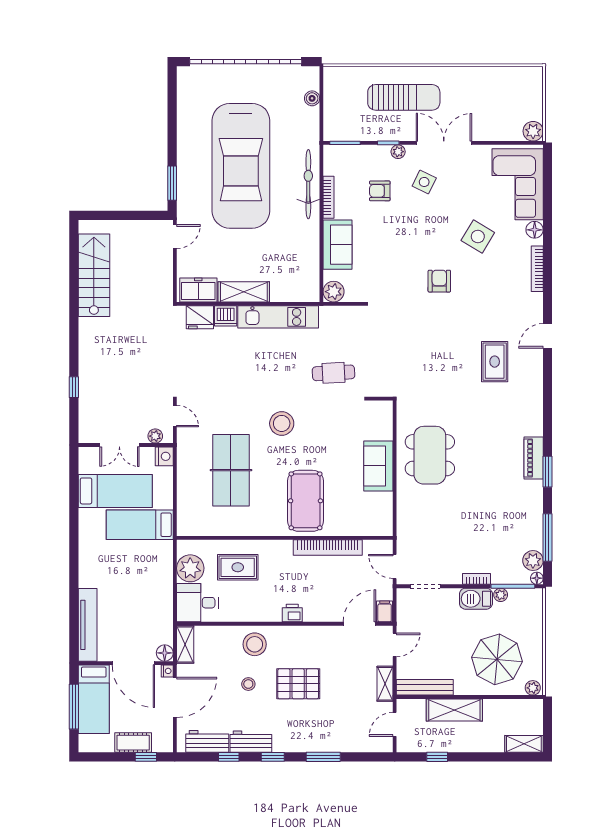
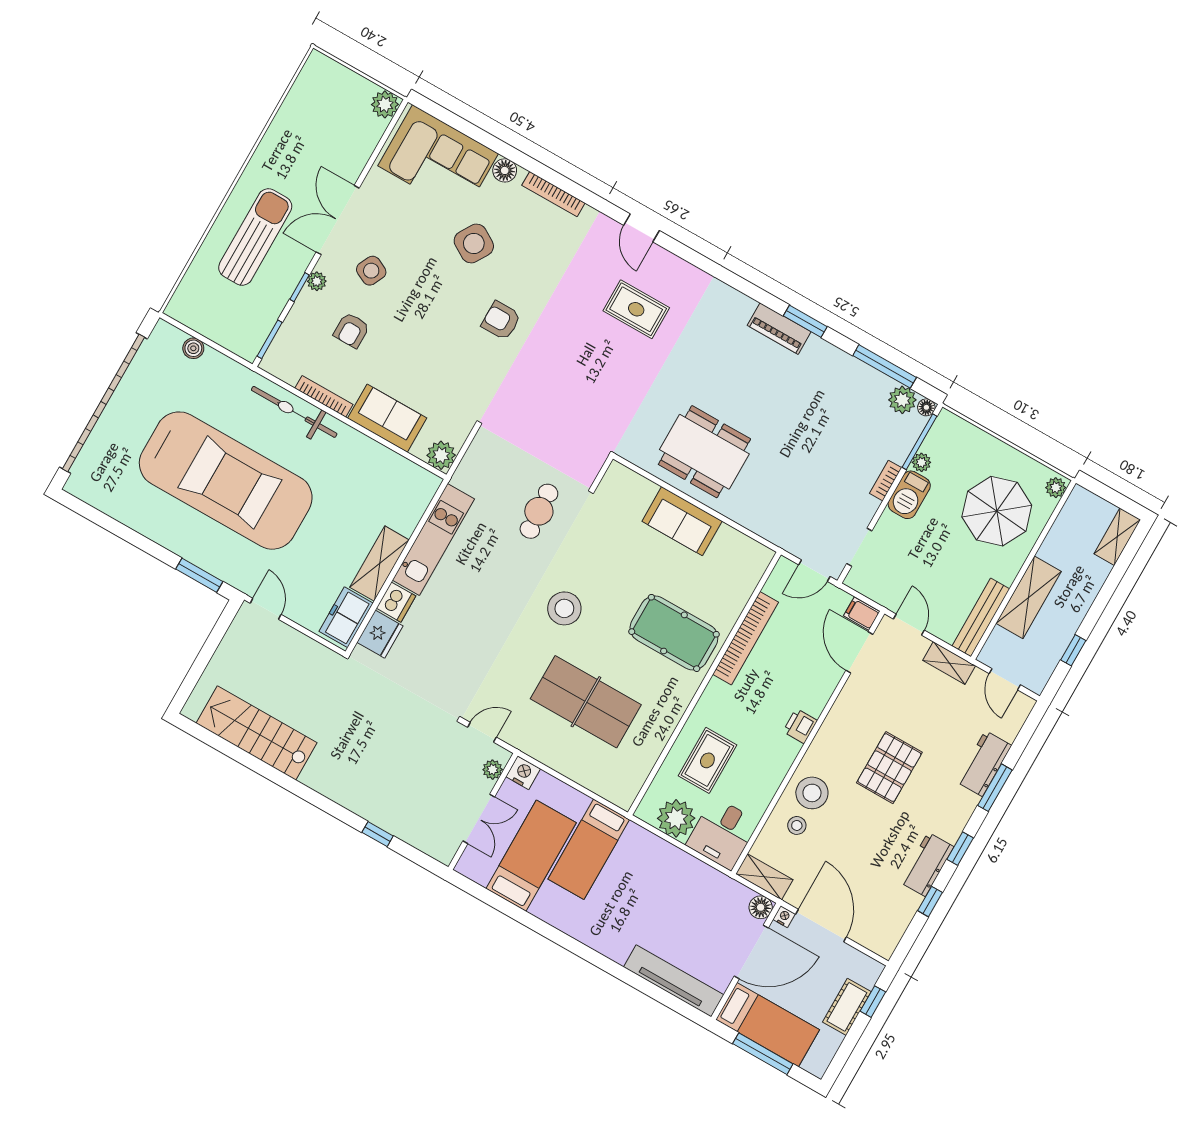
stool: (248, 684) -> (797, 825), moved
workbench: (207, 741) -> (984, 764), moved

